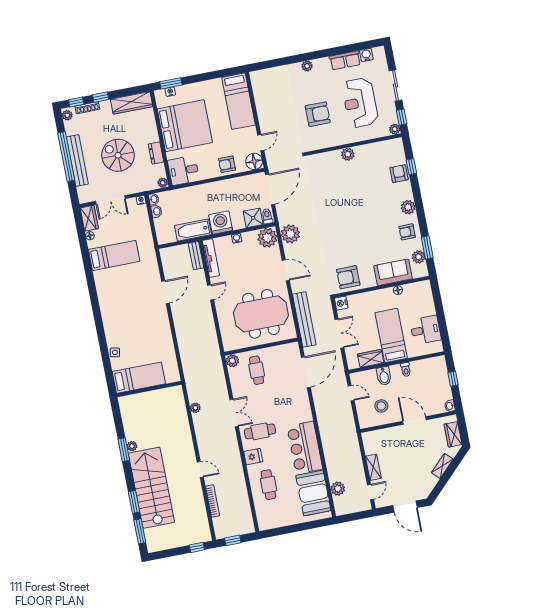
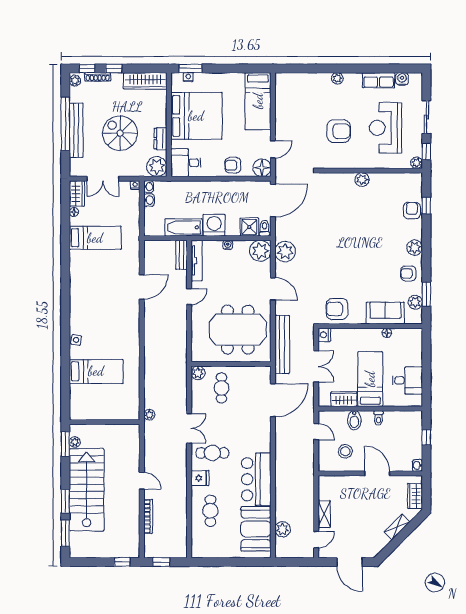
plant: (163, 183) -> (157, 167), width x1.87, depth x1.87
wall: (149, 389) -> (105, 422), moved

